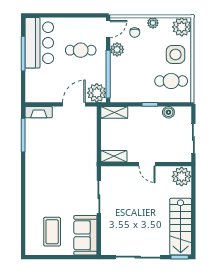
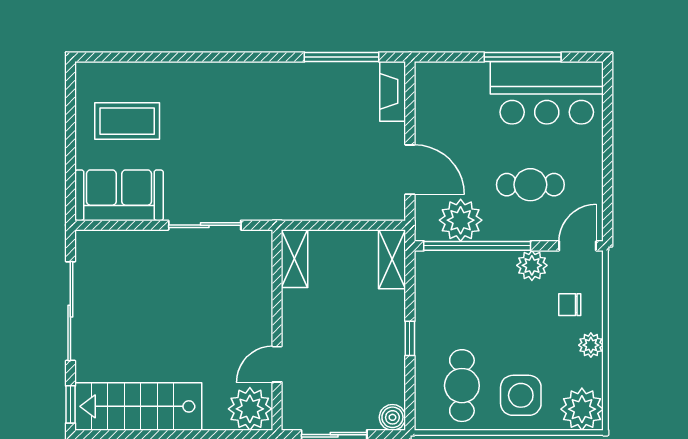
door: (108, 29) -> (578, 246), swing flipped
cafe table: (81, 50) -> (530, 185), turned 90
plant: (97, 93) -> (461, 220), moved
boiler: (168, 112) -> (392, 417), moved
door: (147, 164) -> (277, 364), moved

